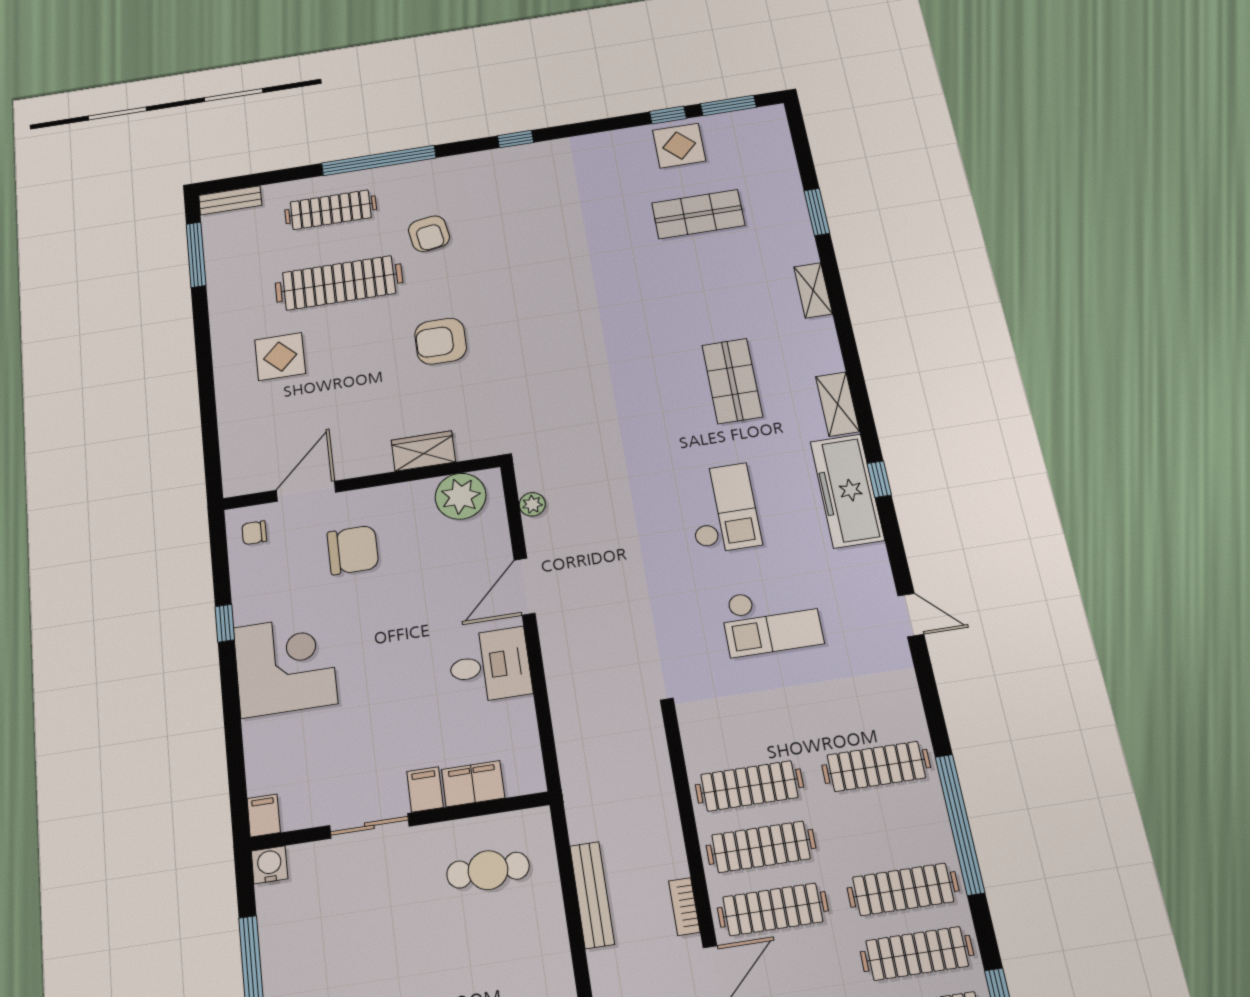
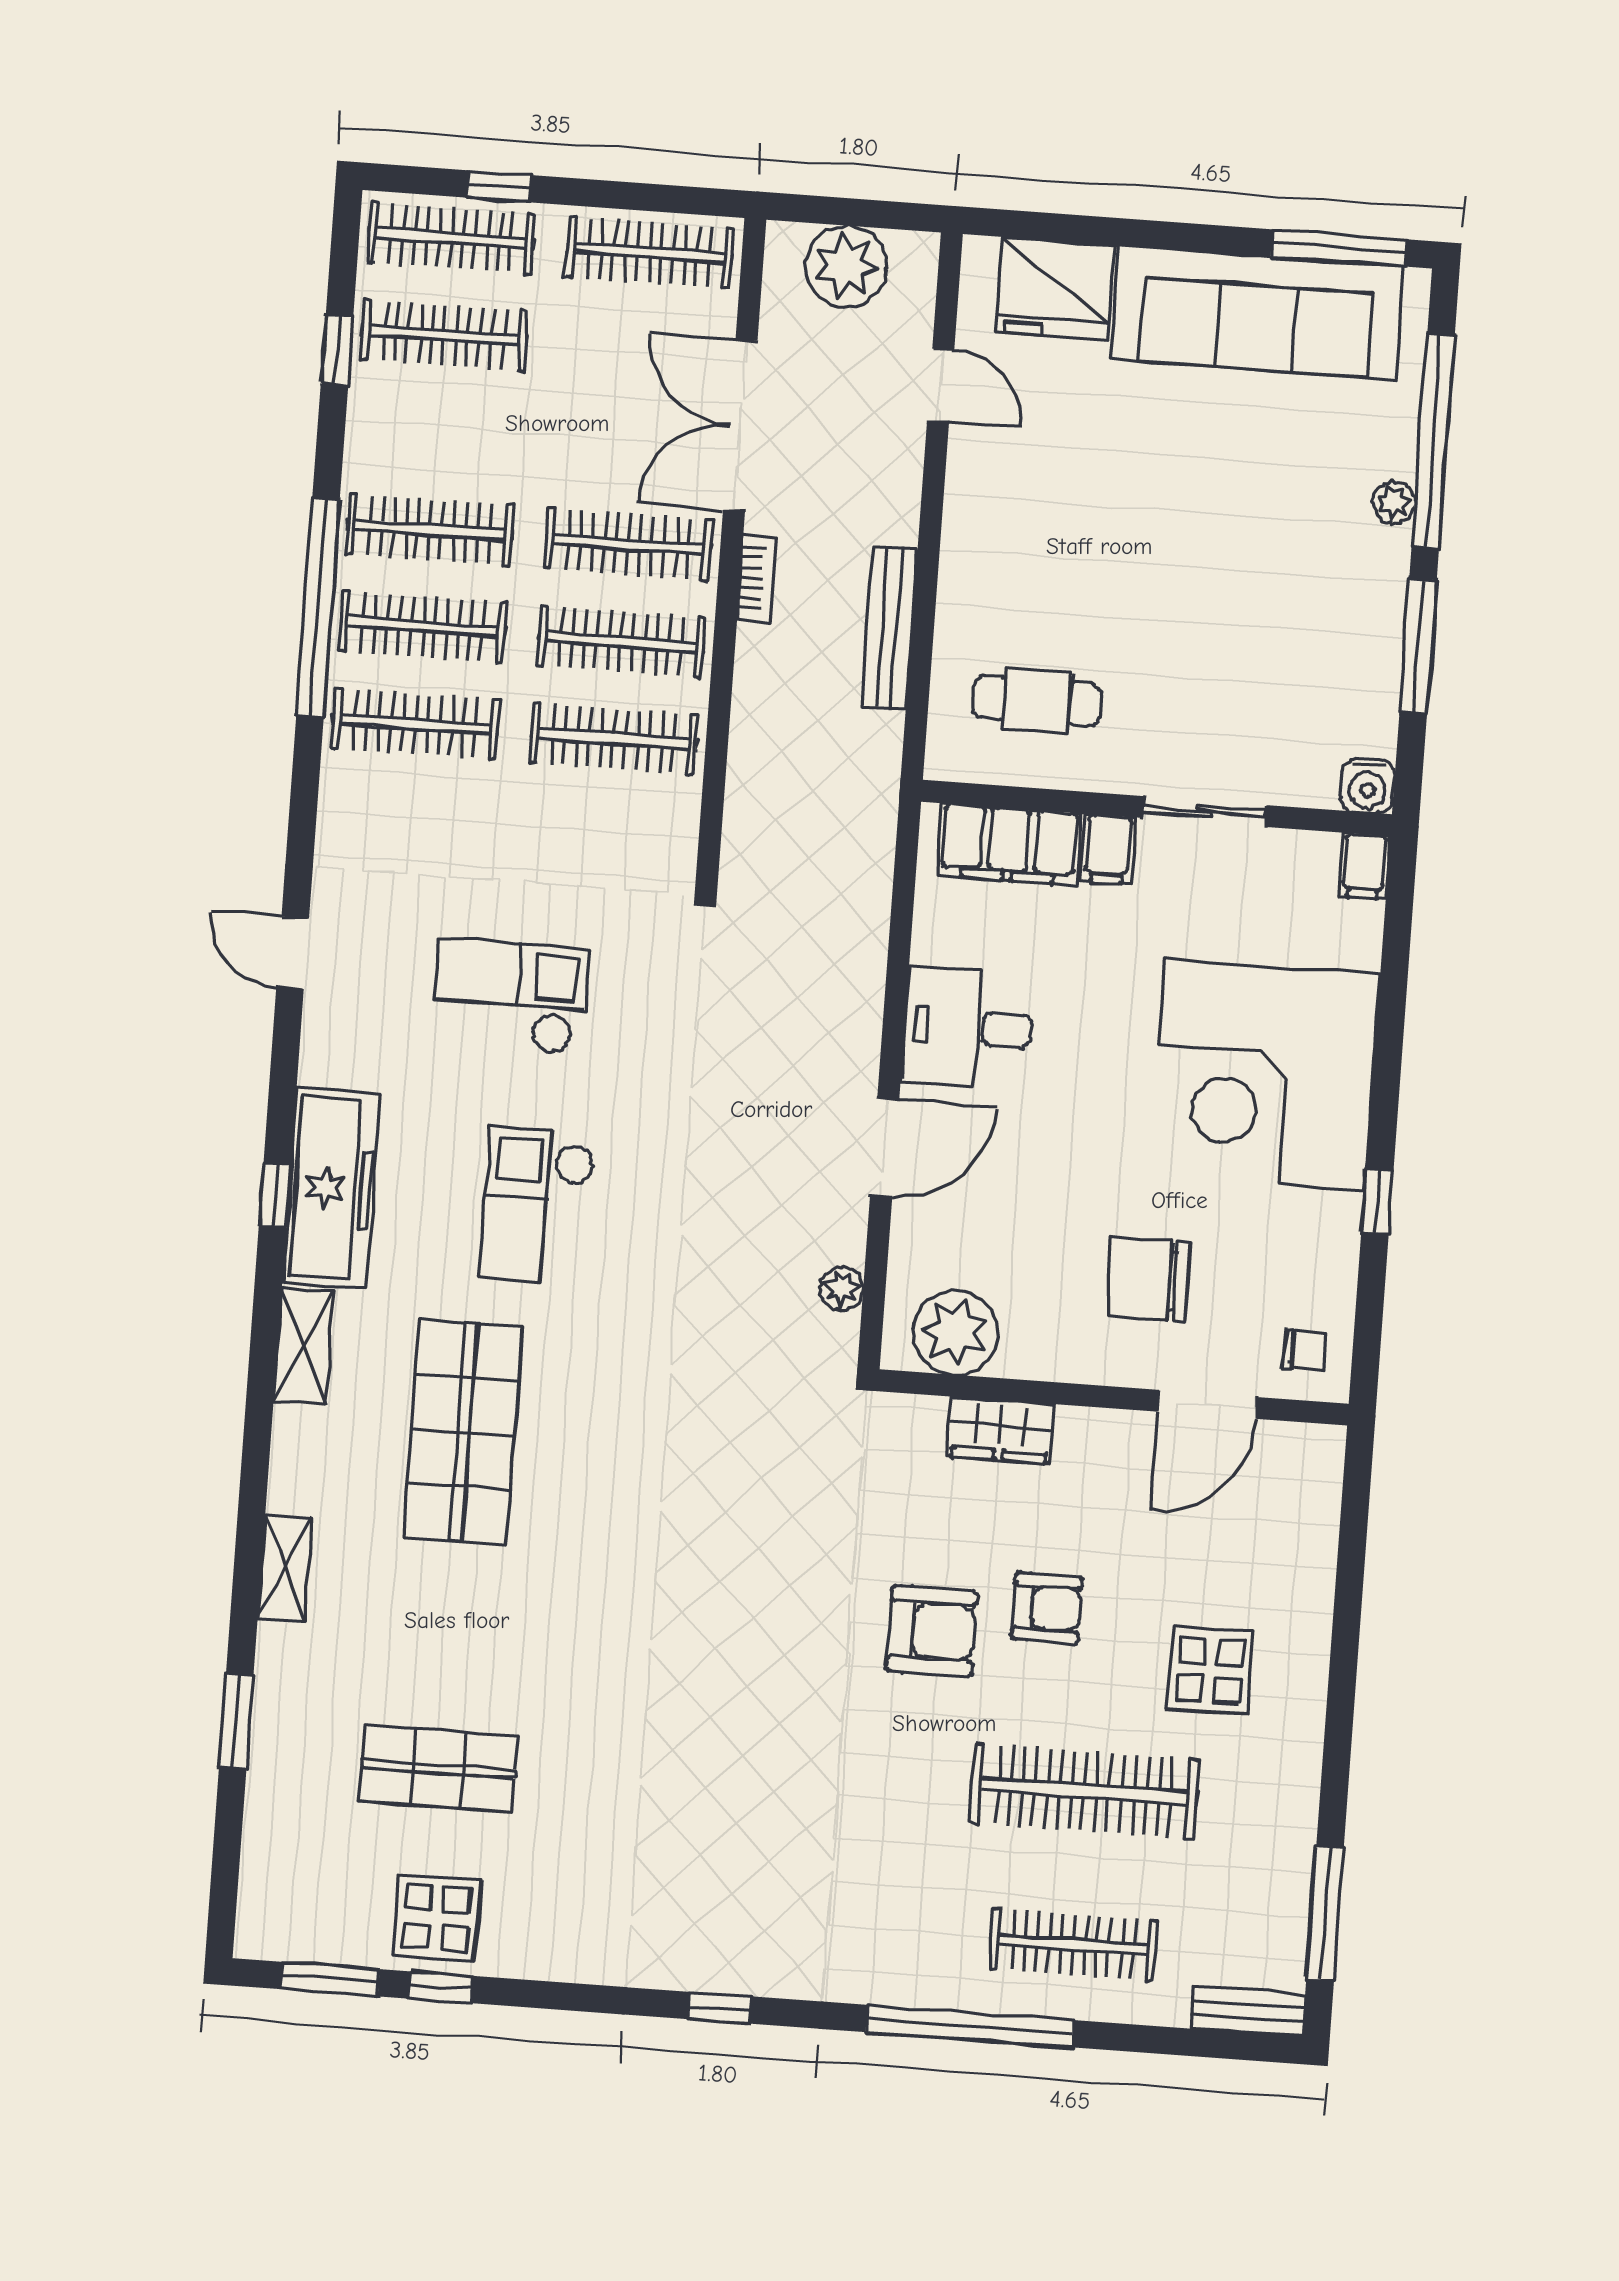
armchair: (429, 234) -> (1047, 1608), moved, turned 99
shop shelf: (732, 381) -> (463, 1432), width x1.43, depth x1.36
corner desk: (285, 666) -> (1265, 1074), width x1.36, depth x1.36
filing cabinet: (473, 784) -> (1009, 844), width x1.50, depth x1.17
clothes rail: (917, 953) -> (423, 627), moved

